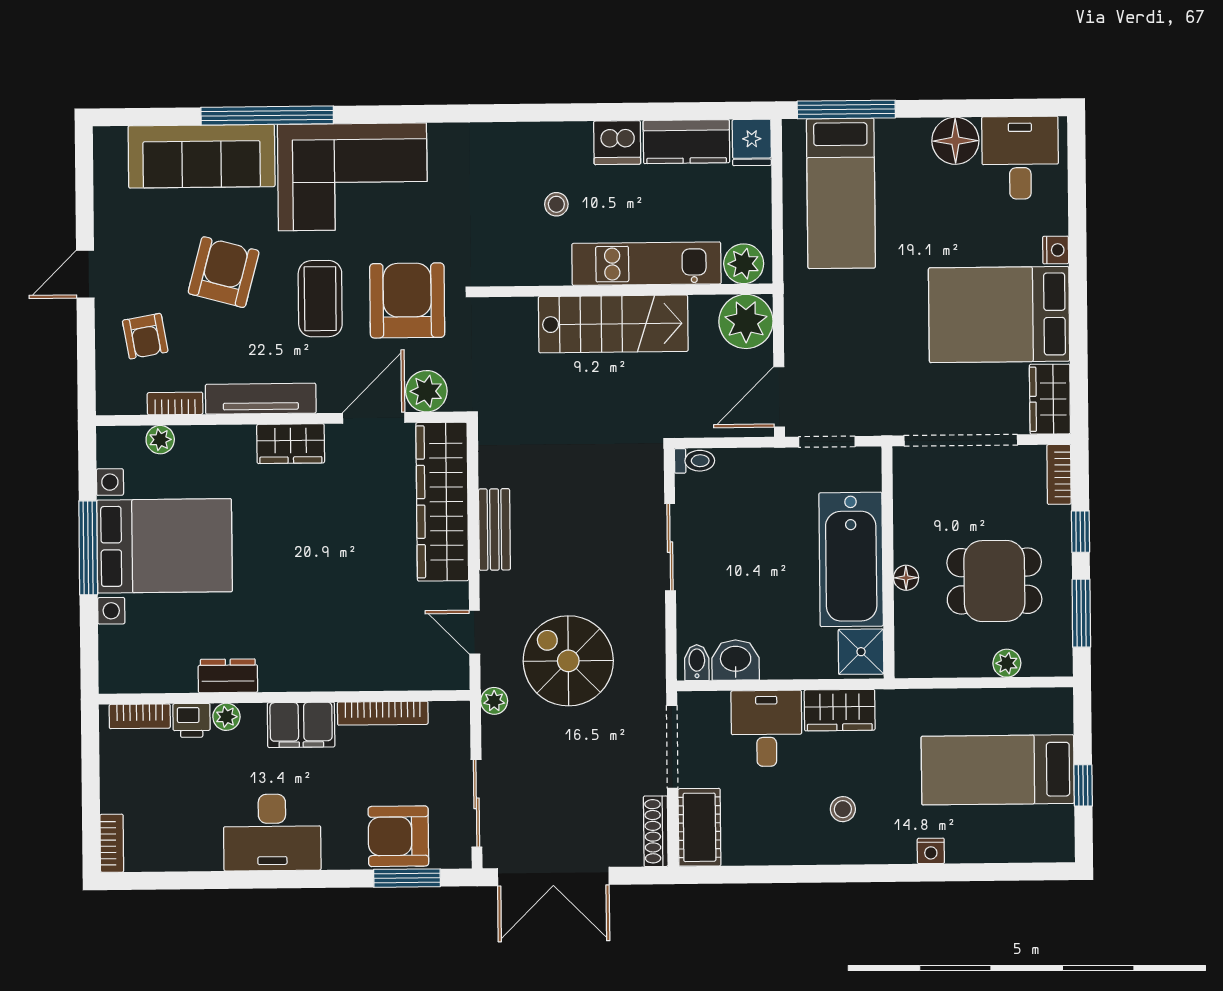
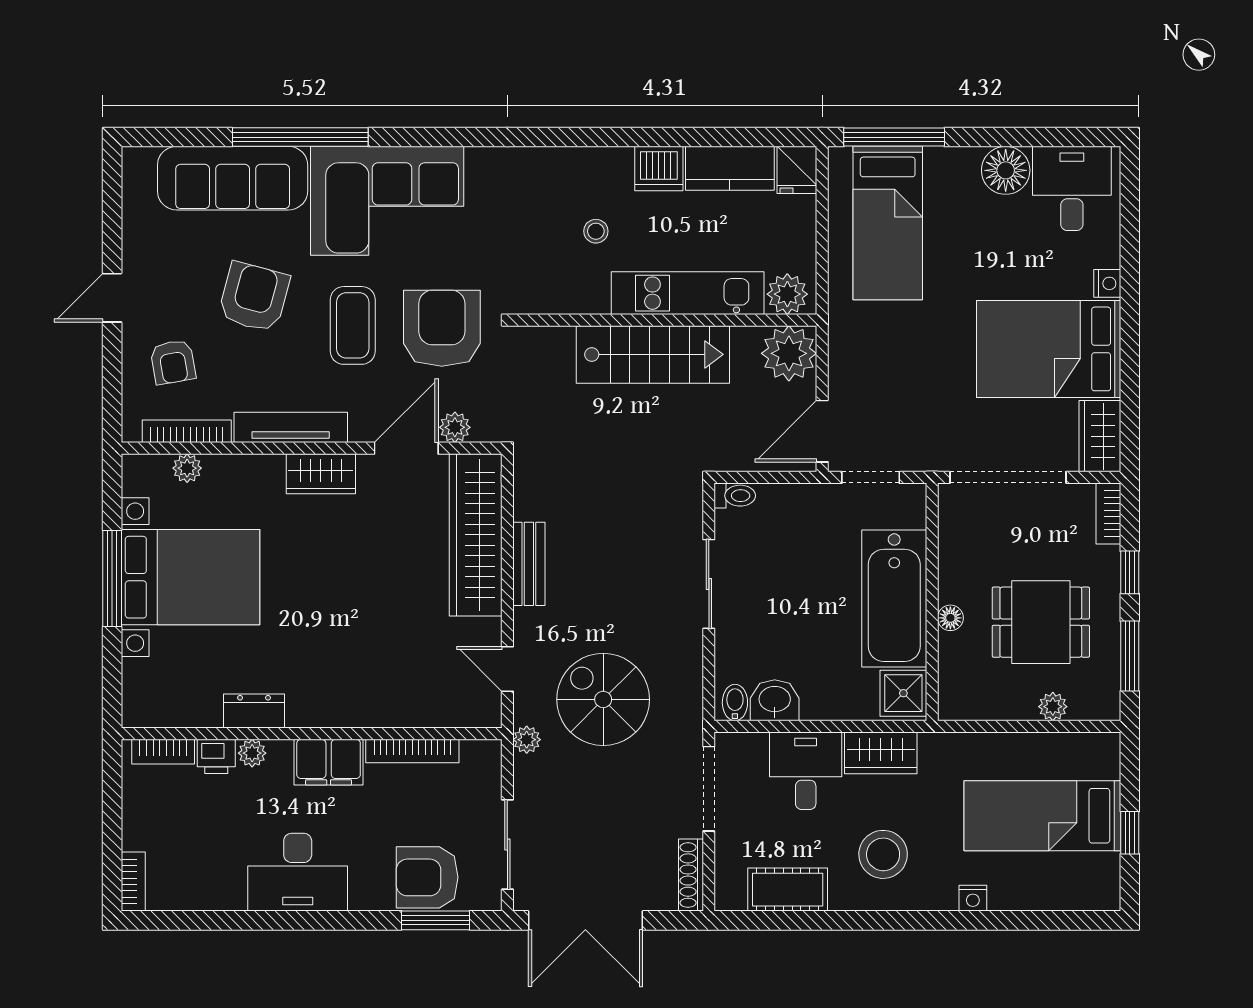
plant: (426, 391) -> (455, 427), width x0.73, depth x0.73
bookcase: (175, 403) -> (187, 431), width x1.56
stool: (843, 809) -> (883, 854), width x1.89, depth x1.89
cot: (699, 827) -> (788, 890), moved, turned 90

